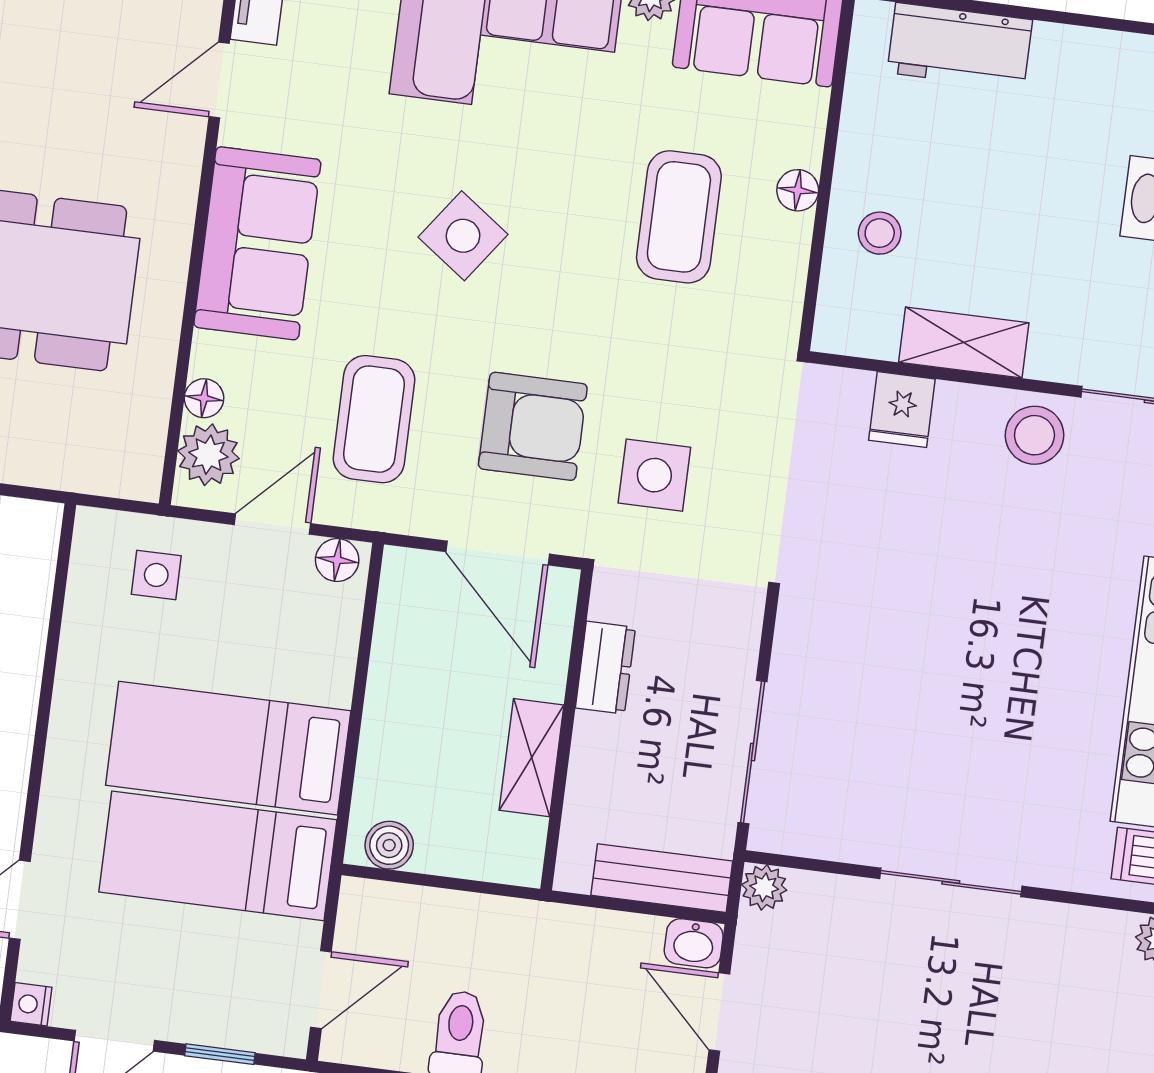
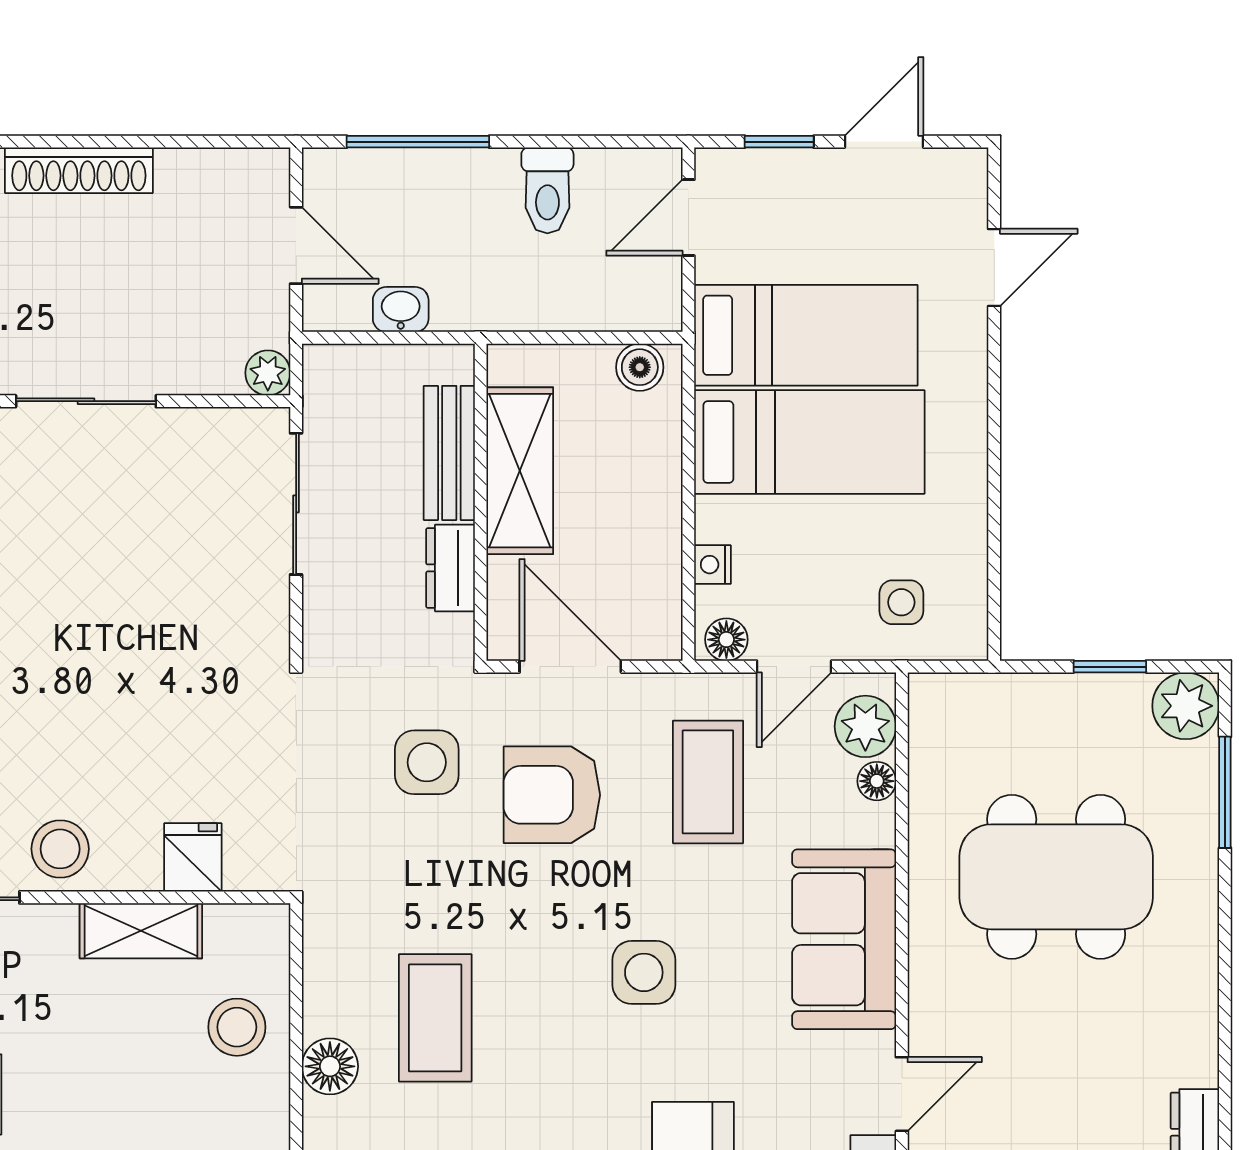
floor lamp: (798, 190) -> (330, 1066), width x1.37, depth x1.37
stool: (880, 233) -> (237, 1027), width x1.37, depth x1.37
side table: (463, 236) -> (644, 972), turned -36
shelving: (532, 758) -> (520, 471), width x1.50, depth x1.33
bench: (662, 878) -> (449, 453), moved, turned 90
washbasin: (694, 943) -> (401, 309), moved
nightstand: (31, 1004) -> (712, 565), moved, turned 180

